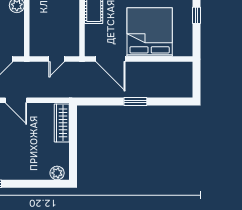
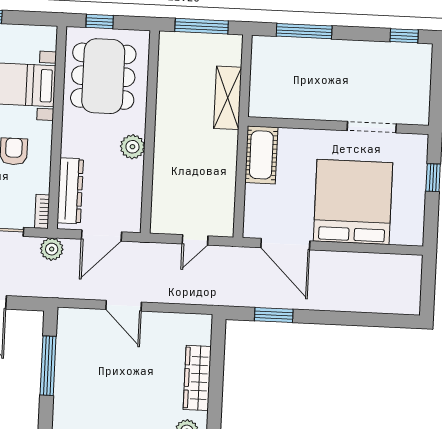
window: (135, 101) -> (274, 315), moved
wardrobe: (62, 123) -> (197, 378), moved

